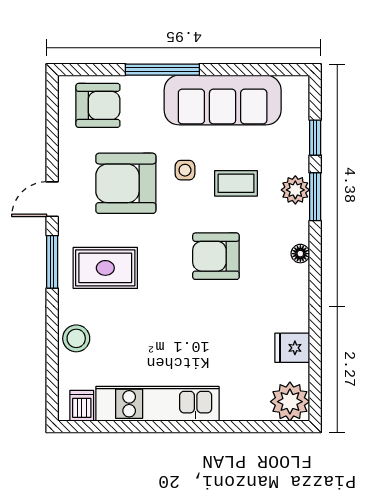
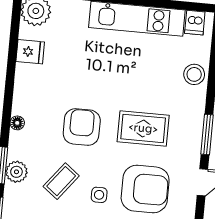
coffee table: (236, 183) -> (61, 181), turned -52
armchair: (216, 256) -> (82, 127), turned -90
rug: (105, 268) -> (143, 128), moved

